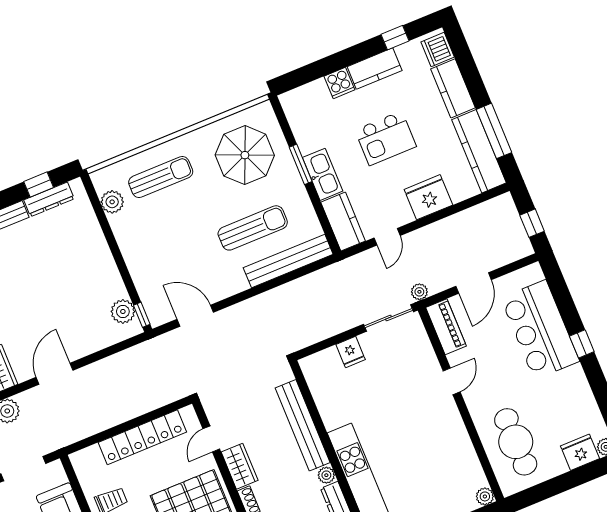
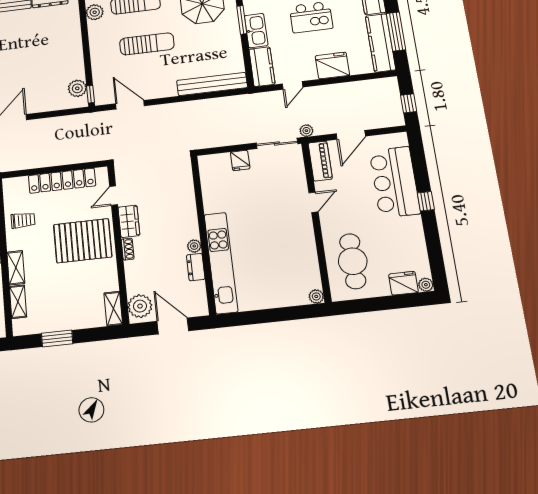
sun lounger: (253, 228) -> (147, 44), moved
bench: (303, 425) -> (187, 204), removed

